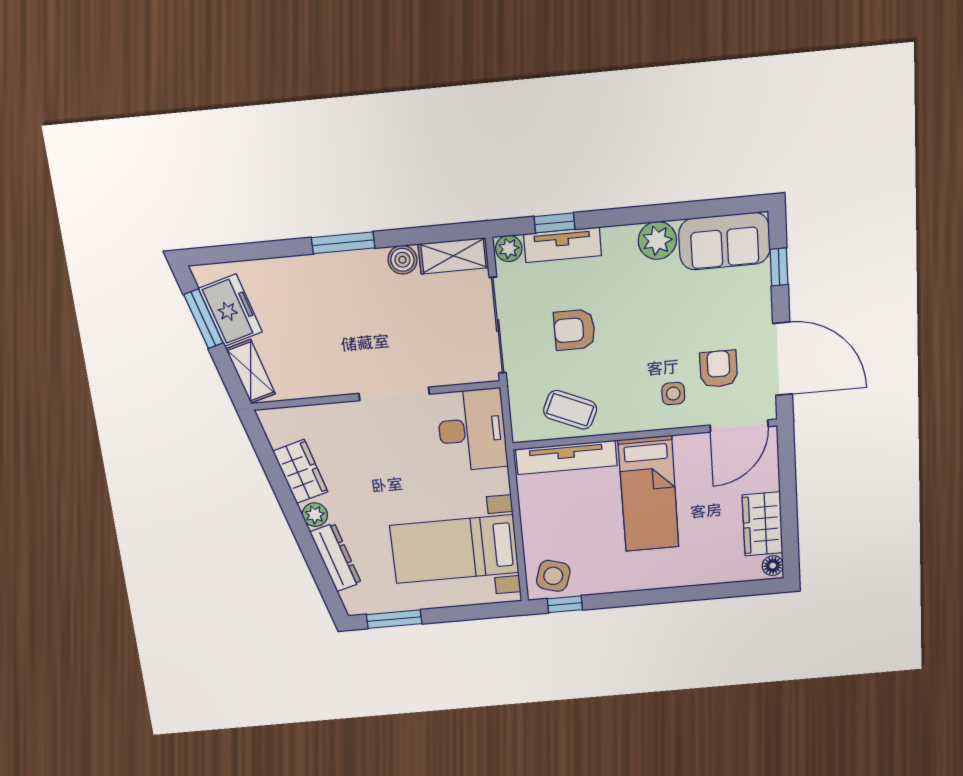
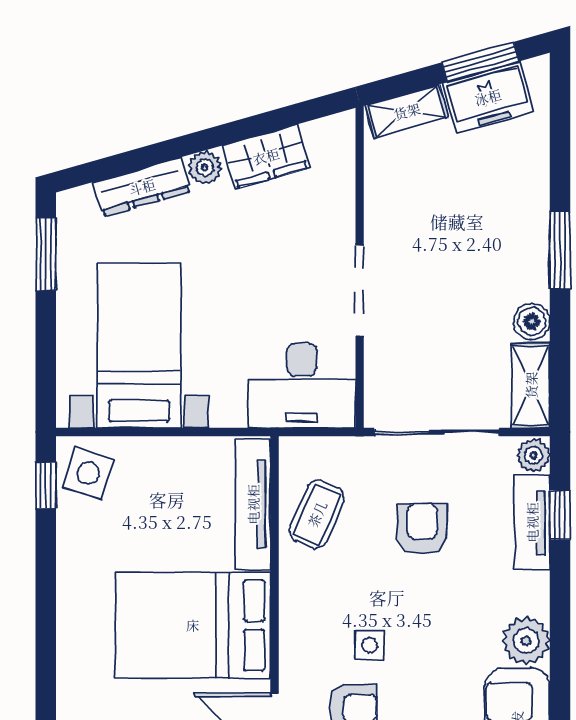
side table: (673, 394) -> (370, 645), moved
bed: (649, 494) -> (193, 625), width x1.50

